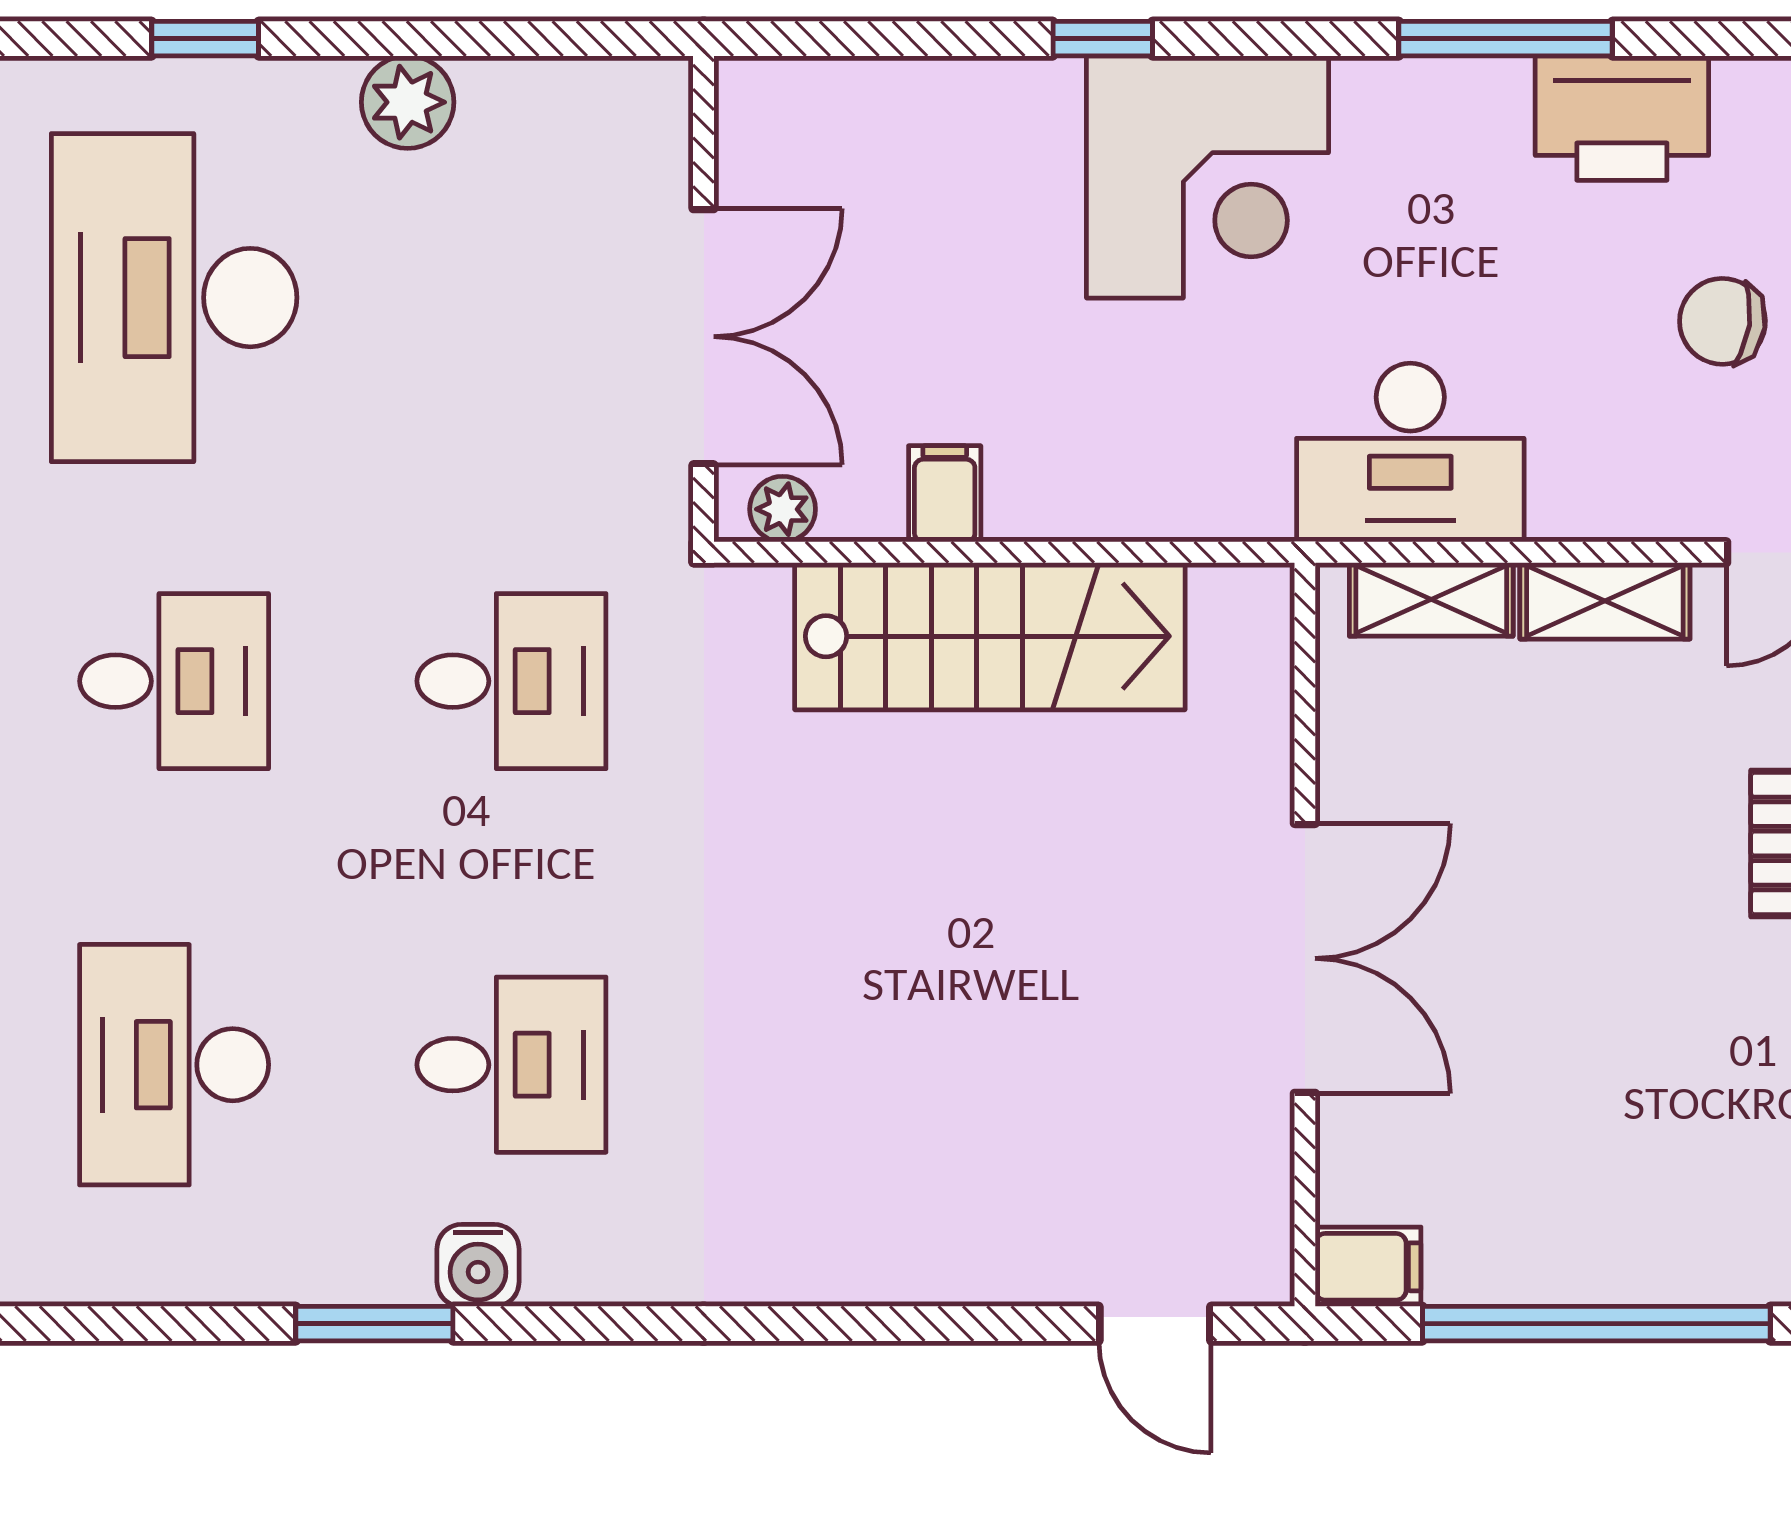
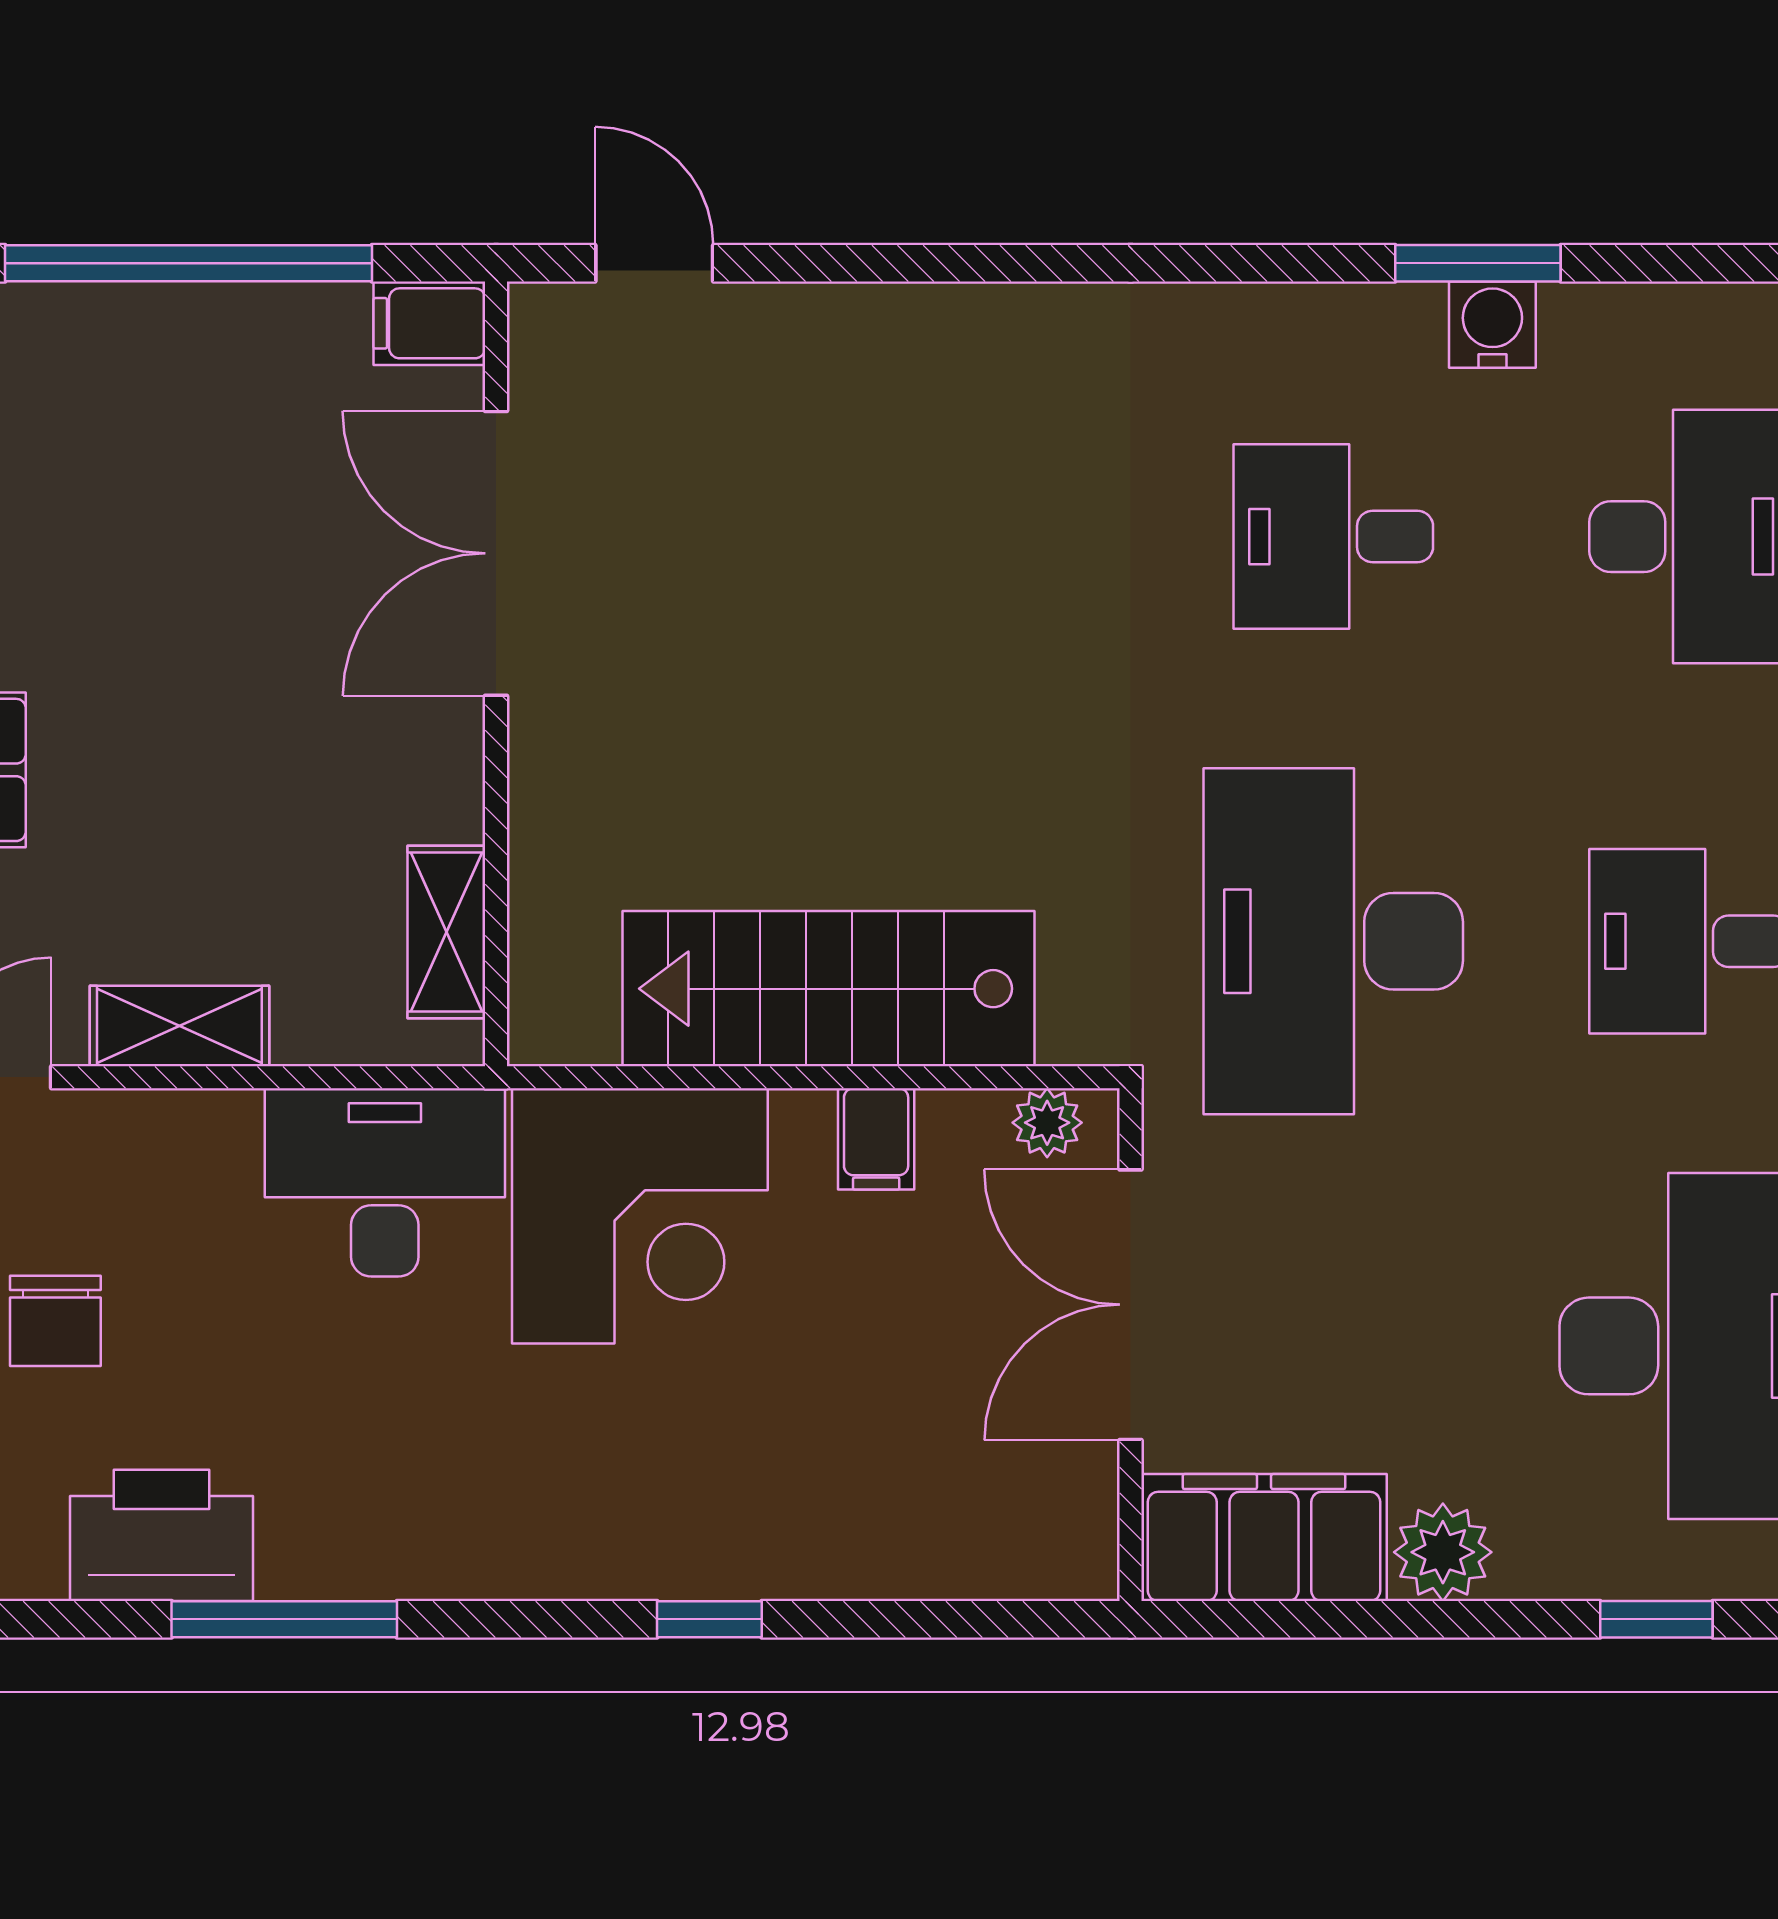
filing cabinet: (577, 116) -> (1264, 1538), added
corner desk: (1208, 177) -> (640, 1216), moved, turned 180
chair: (1722, 321) -> (55, 1321), turned 82
shelving: (1431, 599) -> (446, 932), moved, turned 90
desk: (511, 681) -> (1333, 941), width x1.87, depth x1.30
double door: (1305, 958) -> (496, 553), moved
water cooler: (478, 1265) -> (1492, 325), moved

